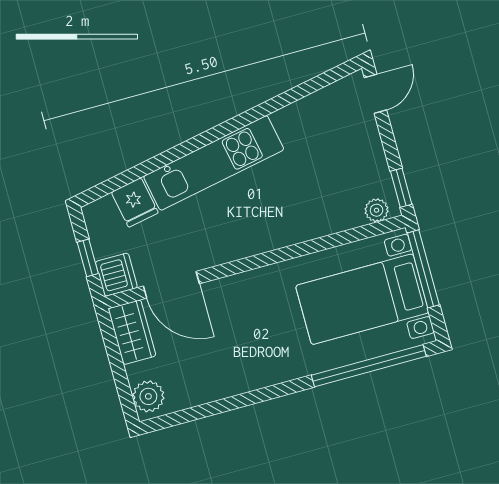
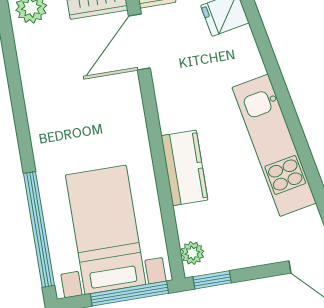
kitchen unit: (214, 163) -> (274, 145), moved
kitchen counter: (292, 227) -> (184, 168), added

